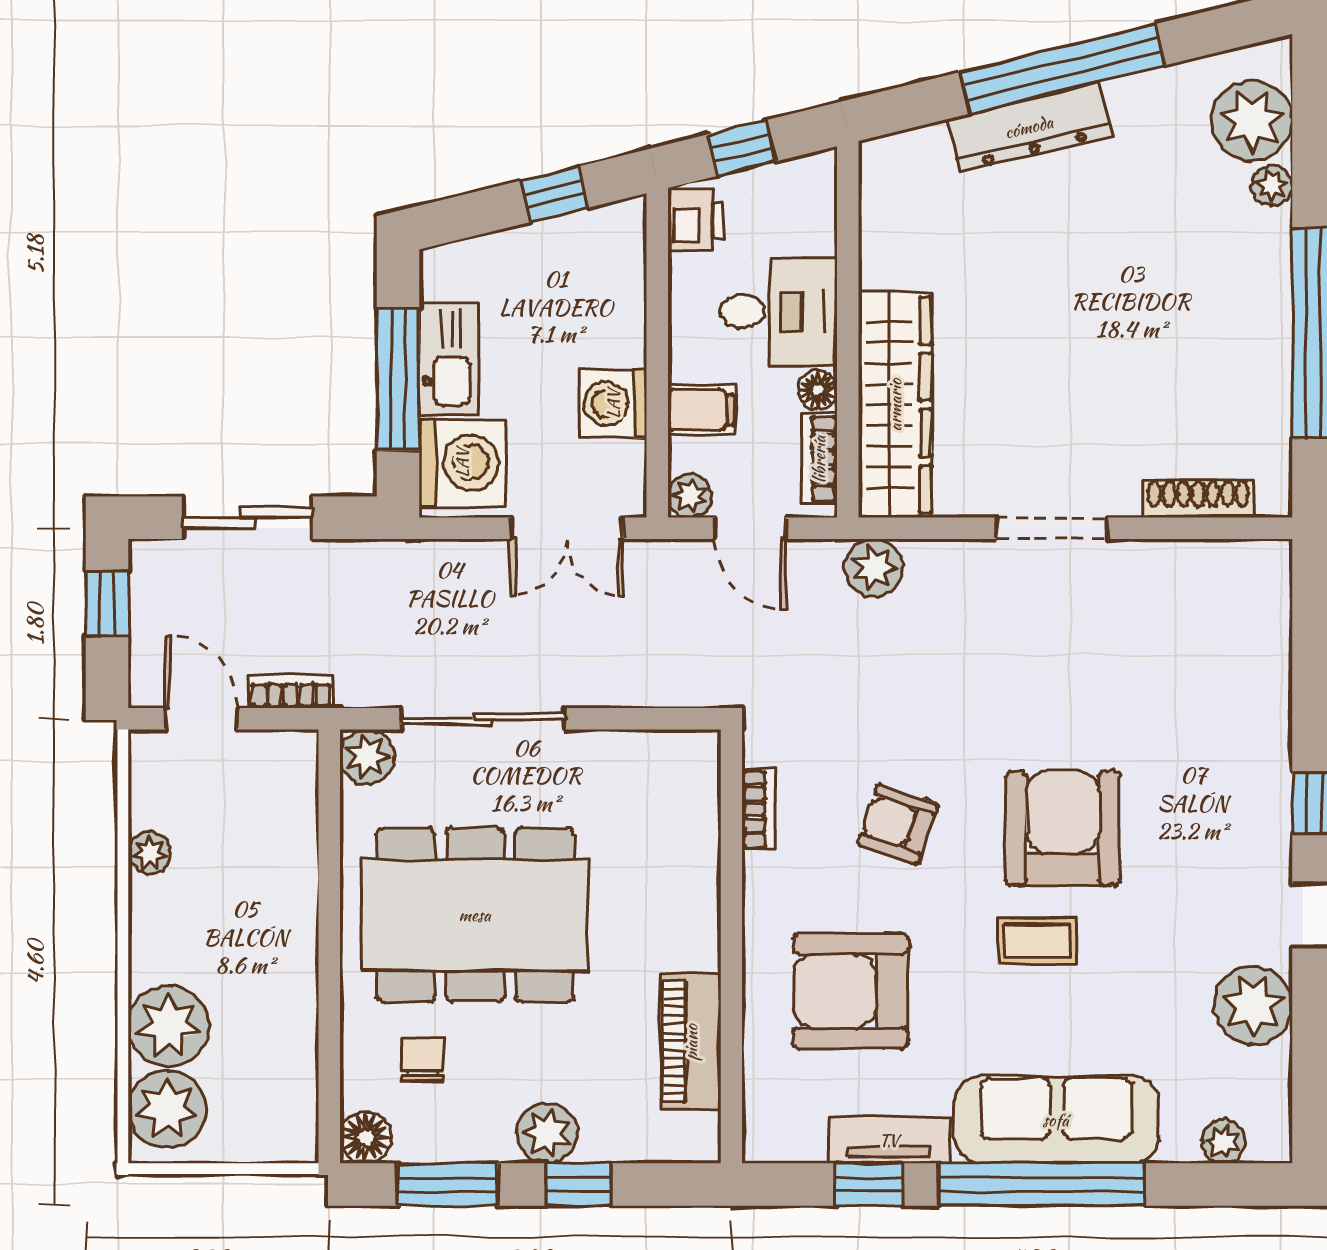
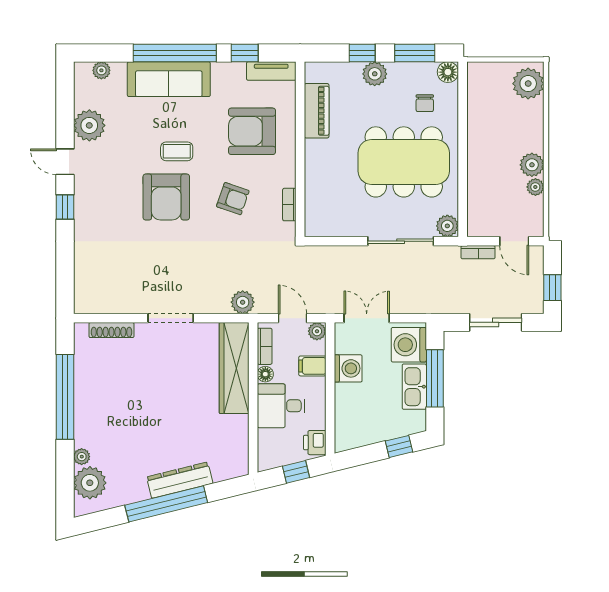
window: (554, 194) -> (399, 446), moved
armchair: (851, 991) -> (252, 131), turned 180
plant: (168, 1026) -> (532, 165), moved, width x0.73, depth x0.73
tv unit: (889, 1140) -> (271, 71), moved

